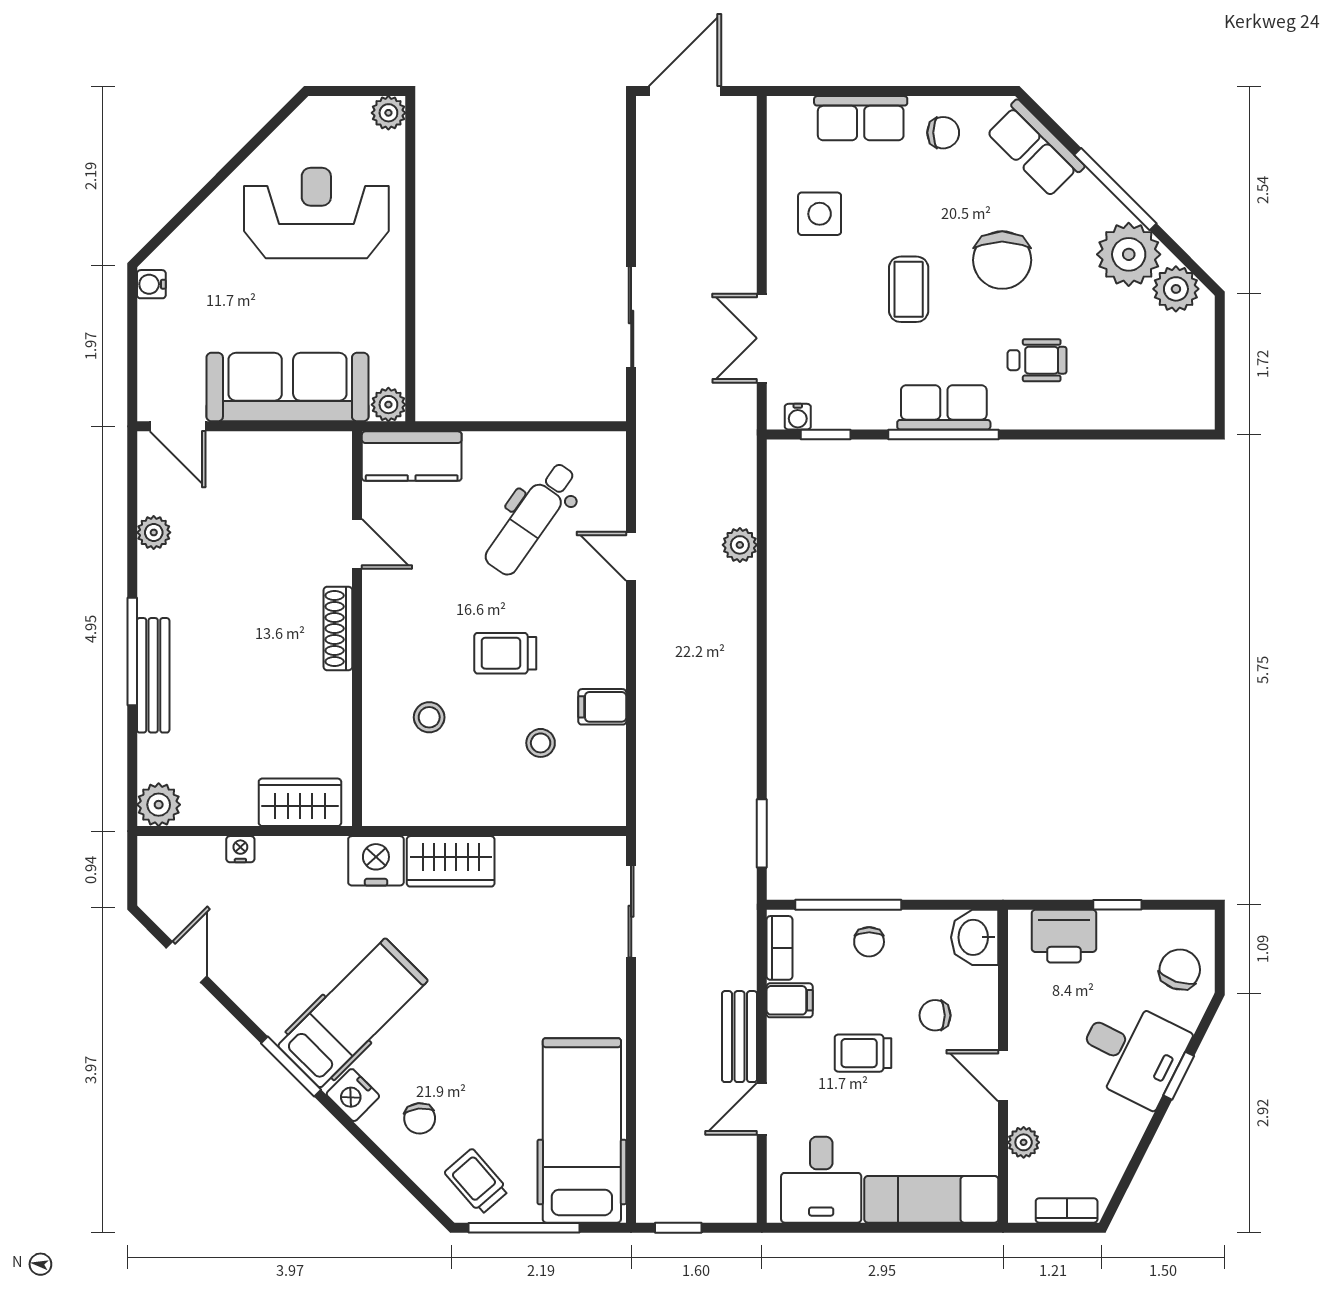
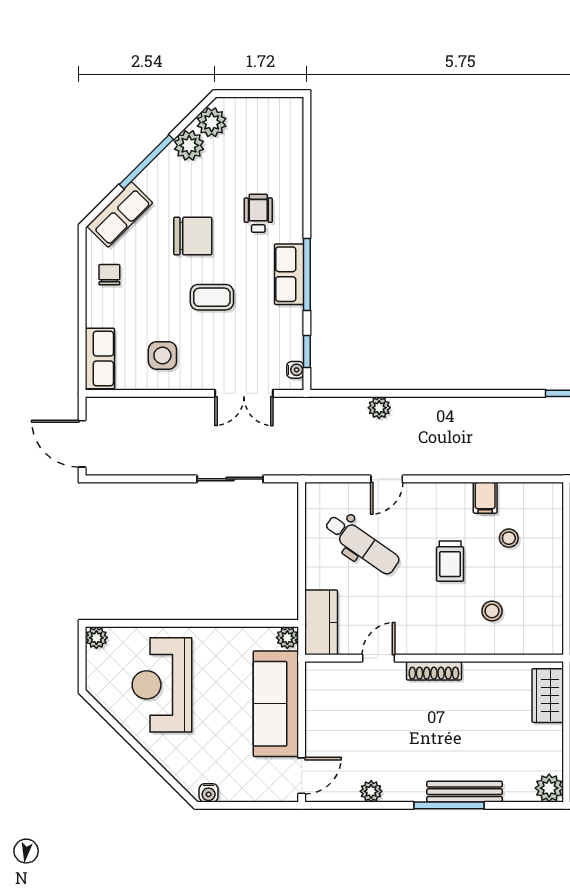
row of seats: (861, 118) -> (100, 359), moved
plant: (1129, 254) -> (189, 145), width x0.73, depth x0.73

